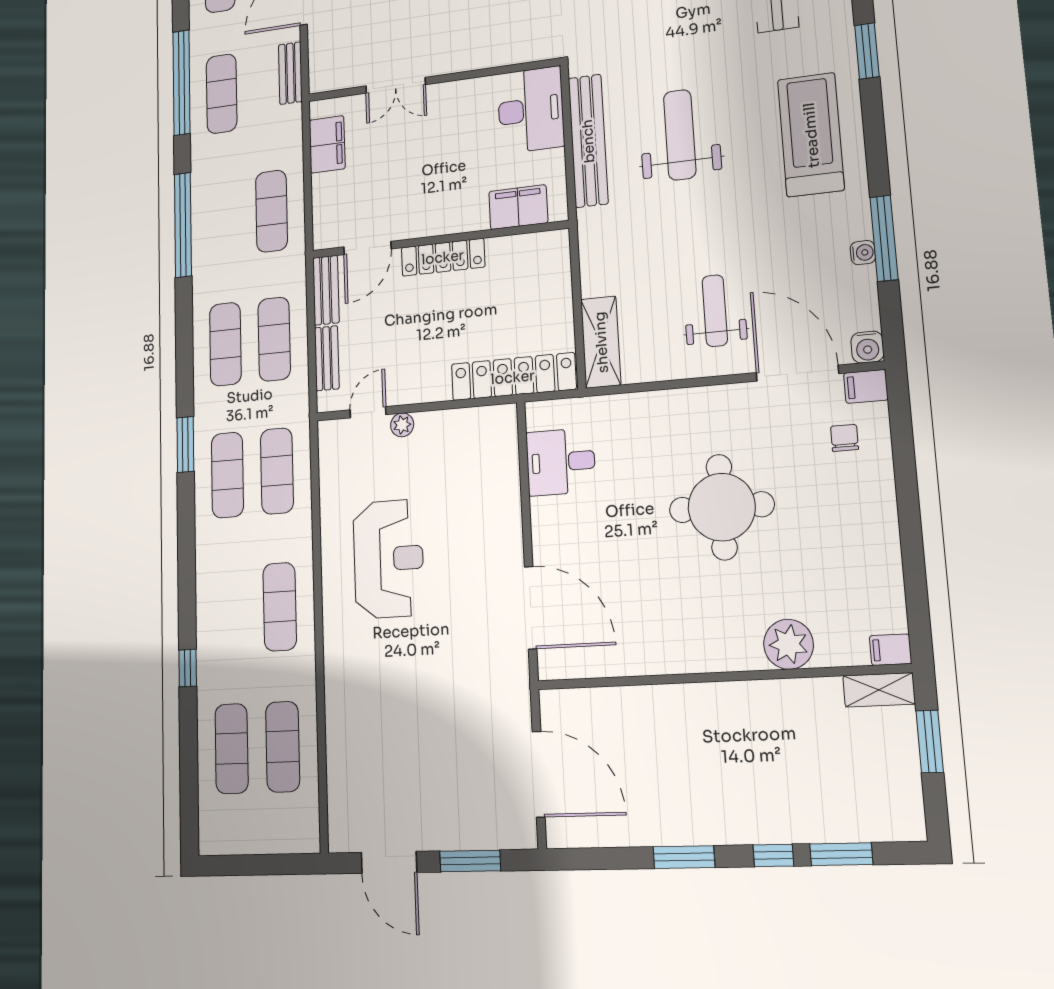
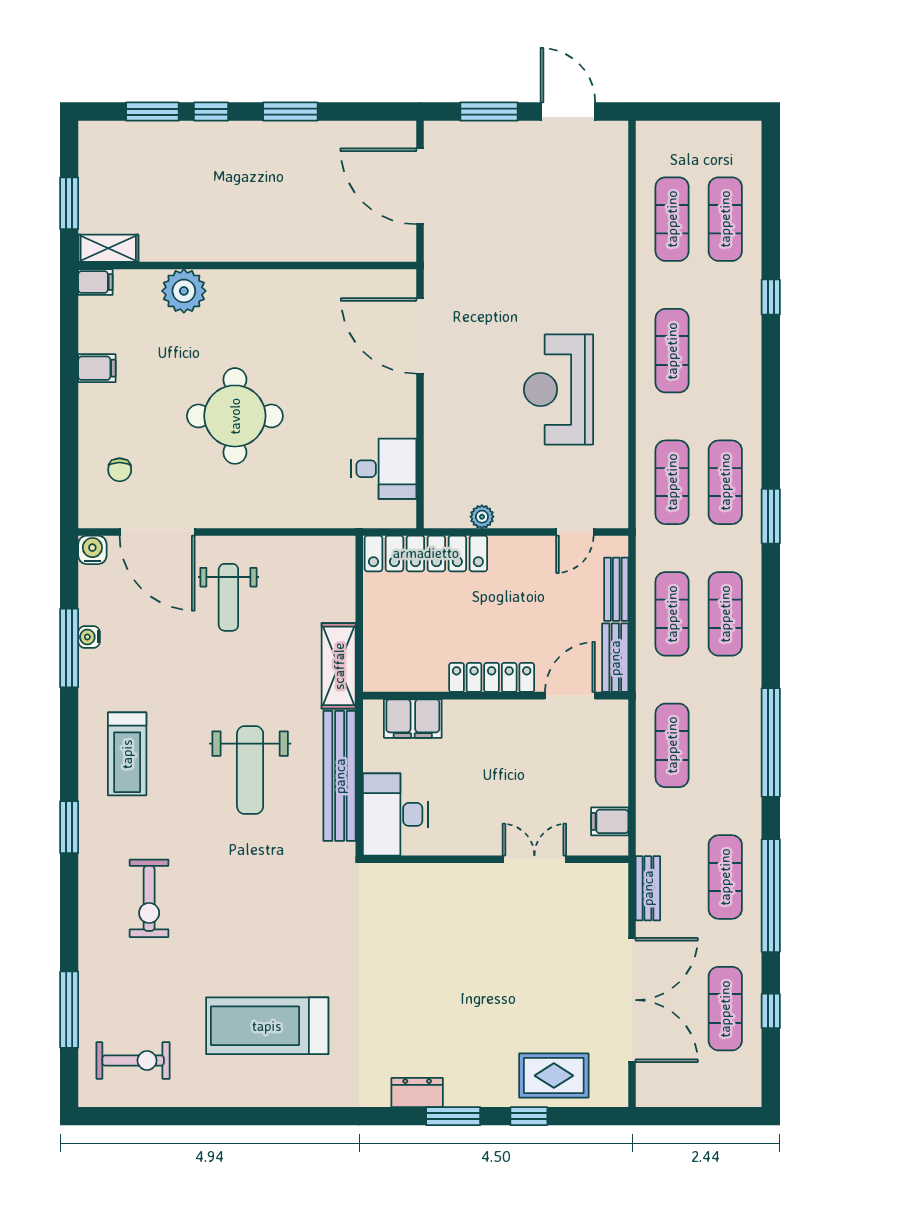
treadmill: (811, 135) -> (127, 754), width x0.73, depth x0.73
filing cabinet: (327, 144) -> (610, 821), width x0.50
shelving: (601, 342) -> (339, 666), moved
filing cabinet: (866, 386) -> (97, 368), moved
plant: (402, 425) -> (482, 517), moved

